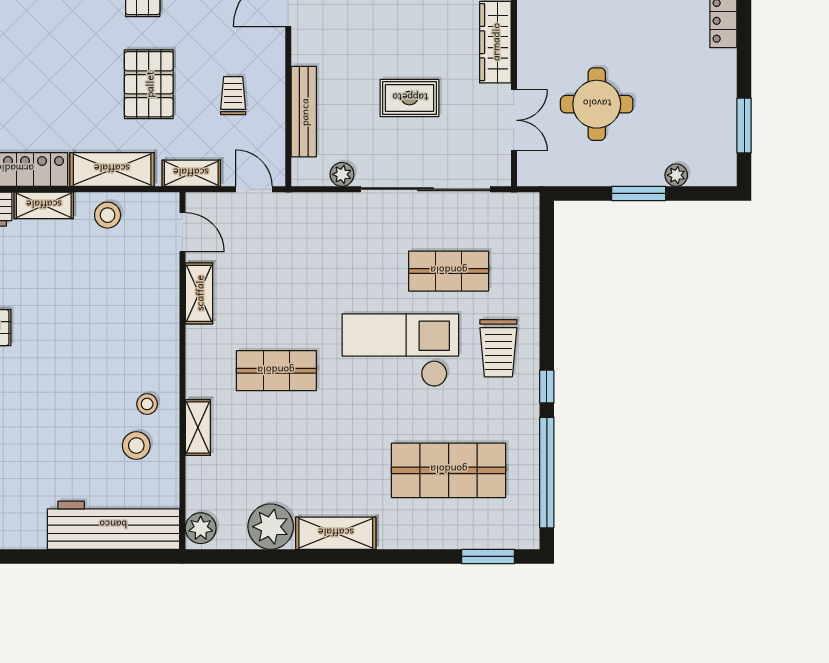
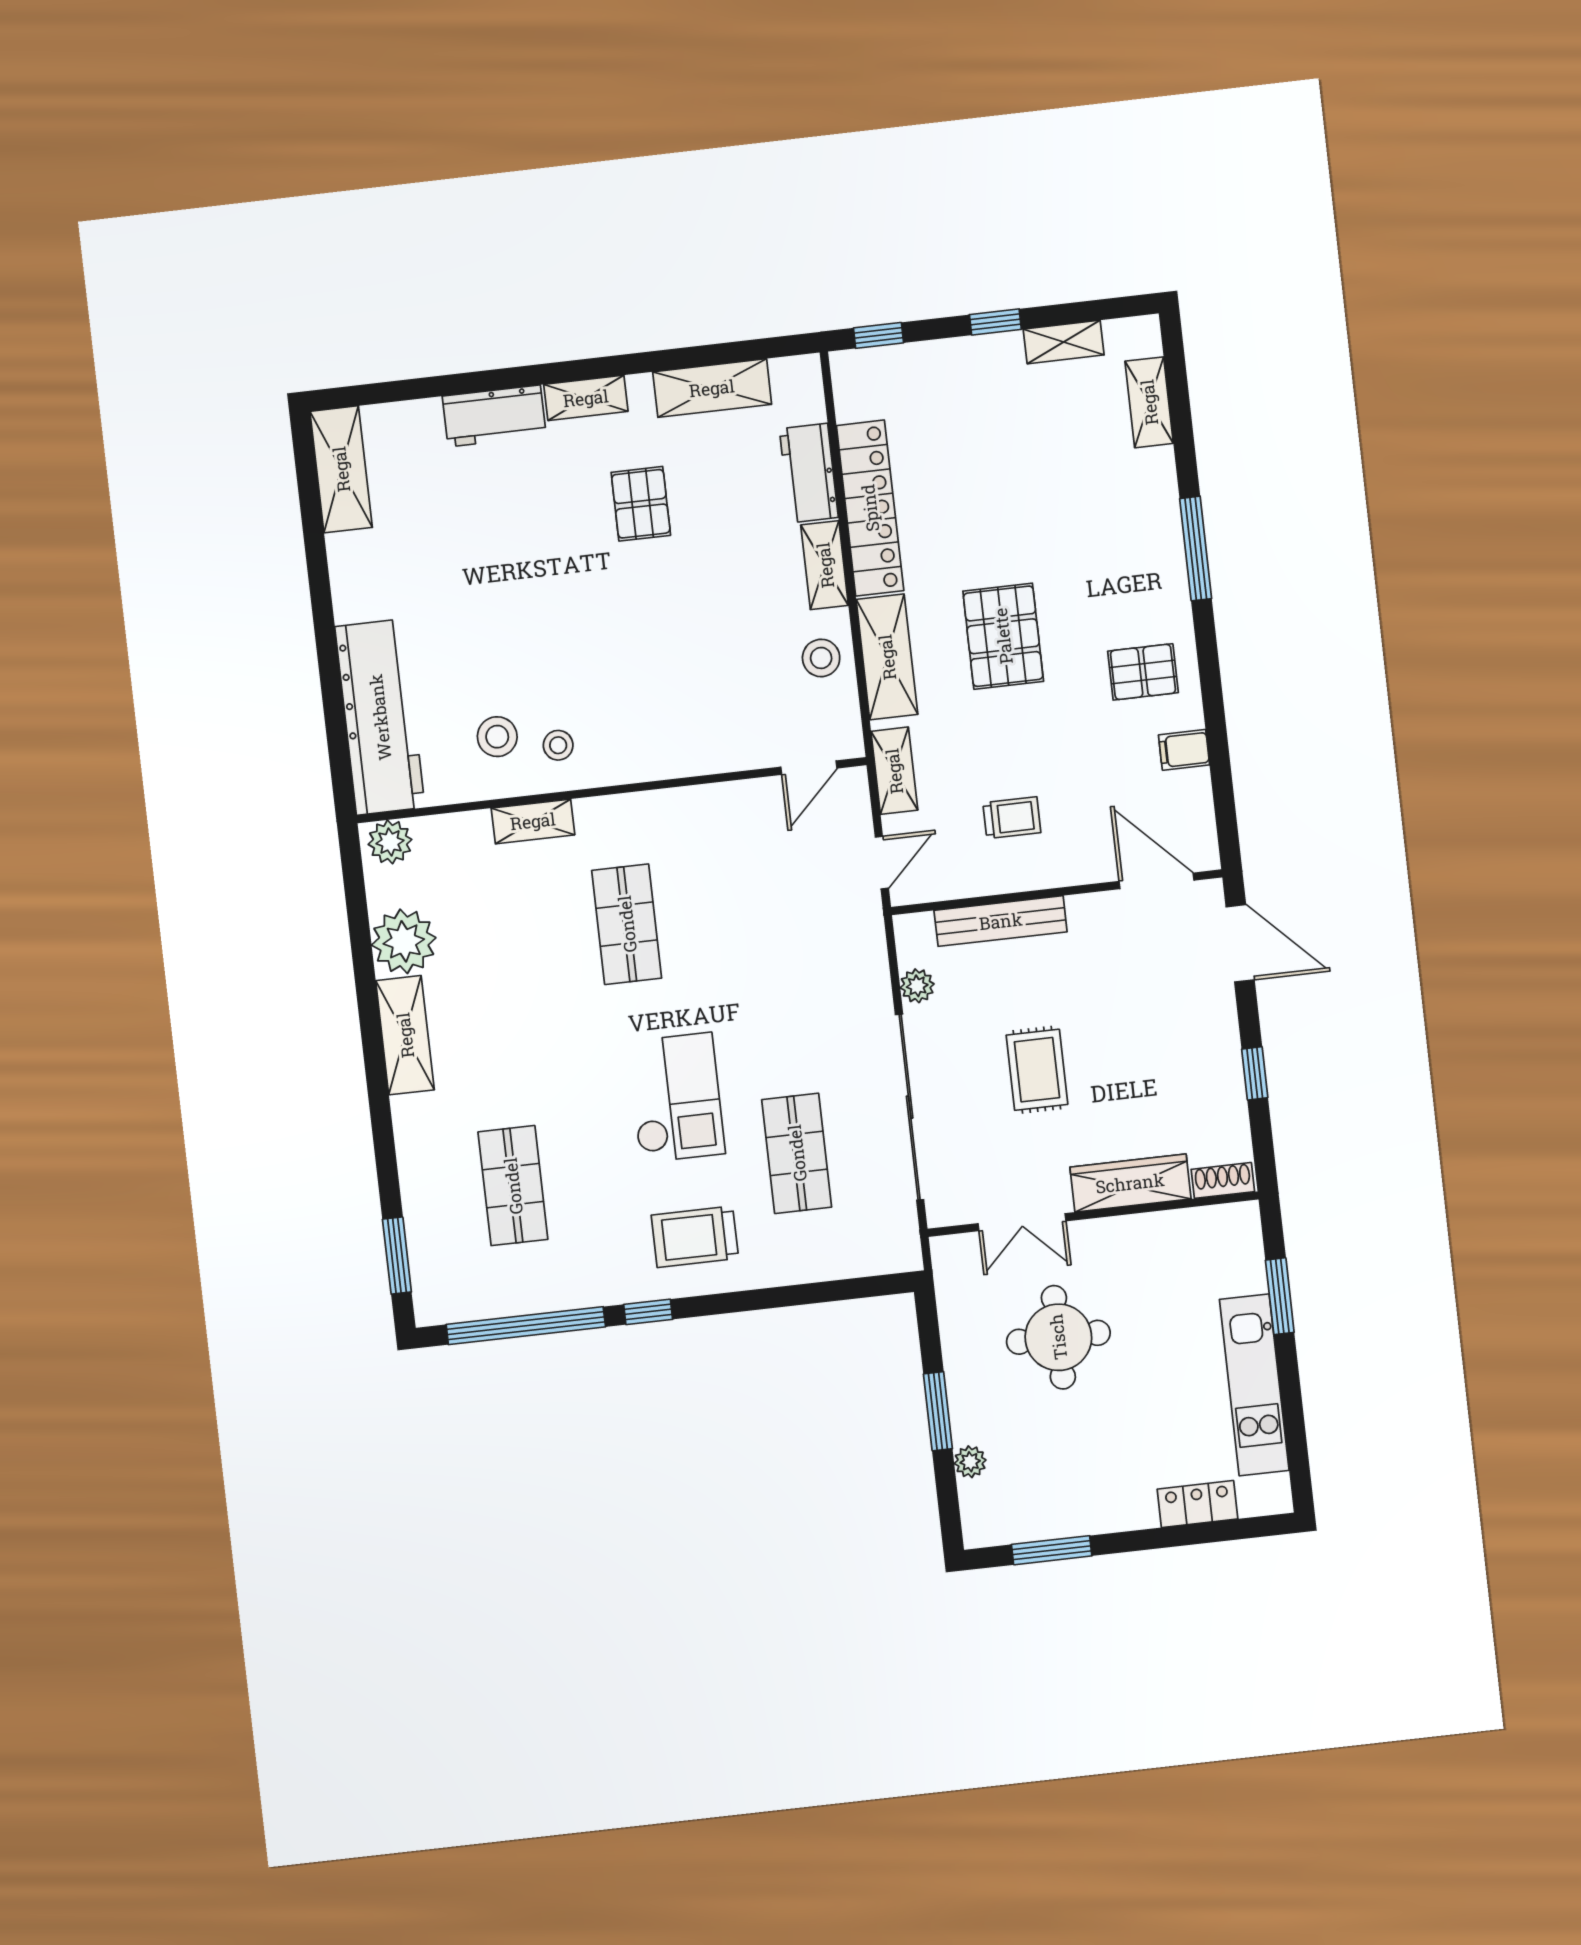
pallet: (149, 84) -> (1003, 636), moved, turned 90
shelving: (199, 293) -> (724, 801), removed
checkout: (400, 350) -> (676, 1098), width x0.73, depth x0.83
shop shelf: (449, 470) -> (513, 1186), width x0.70, depth x0.74

